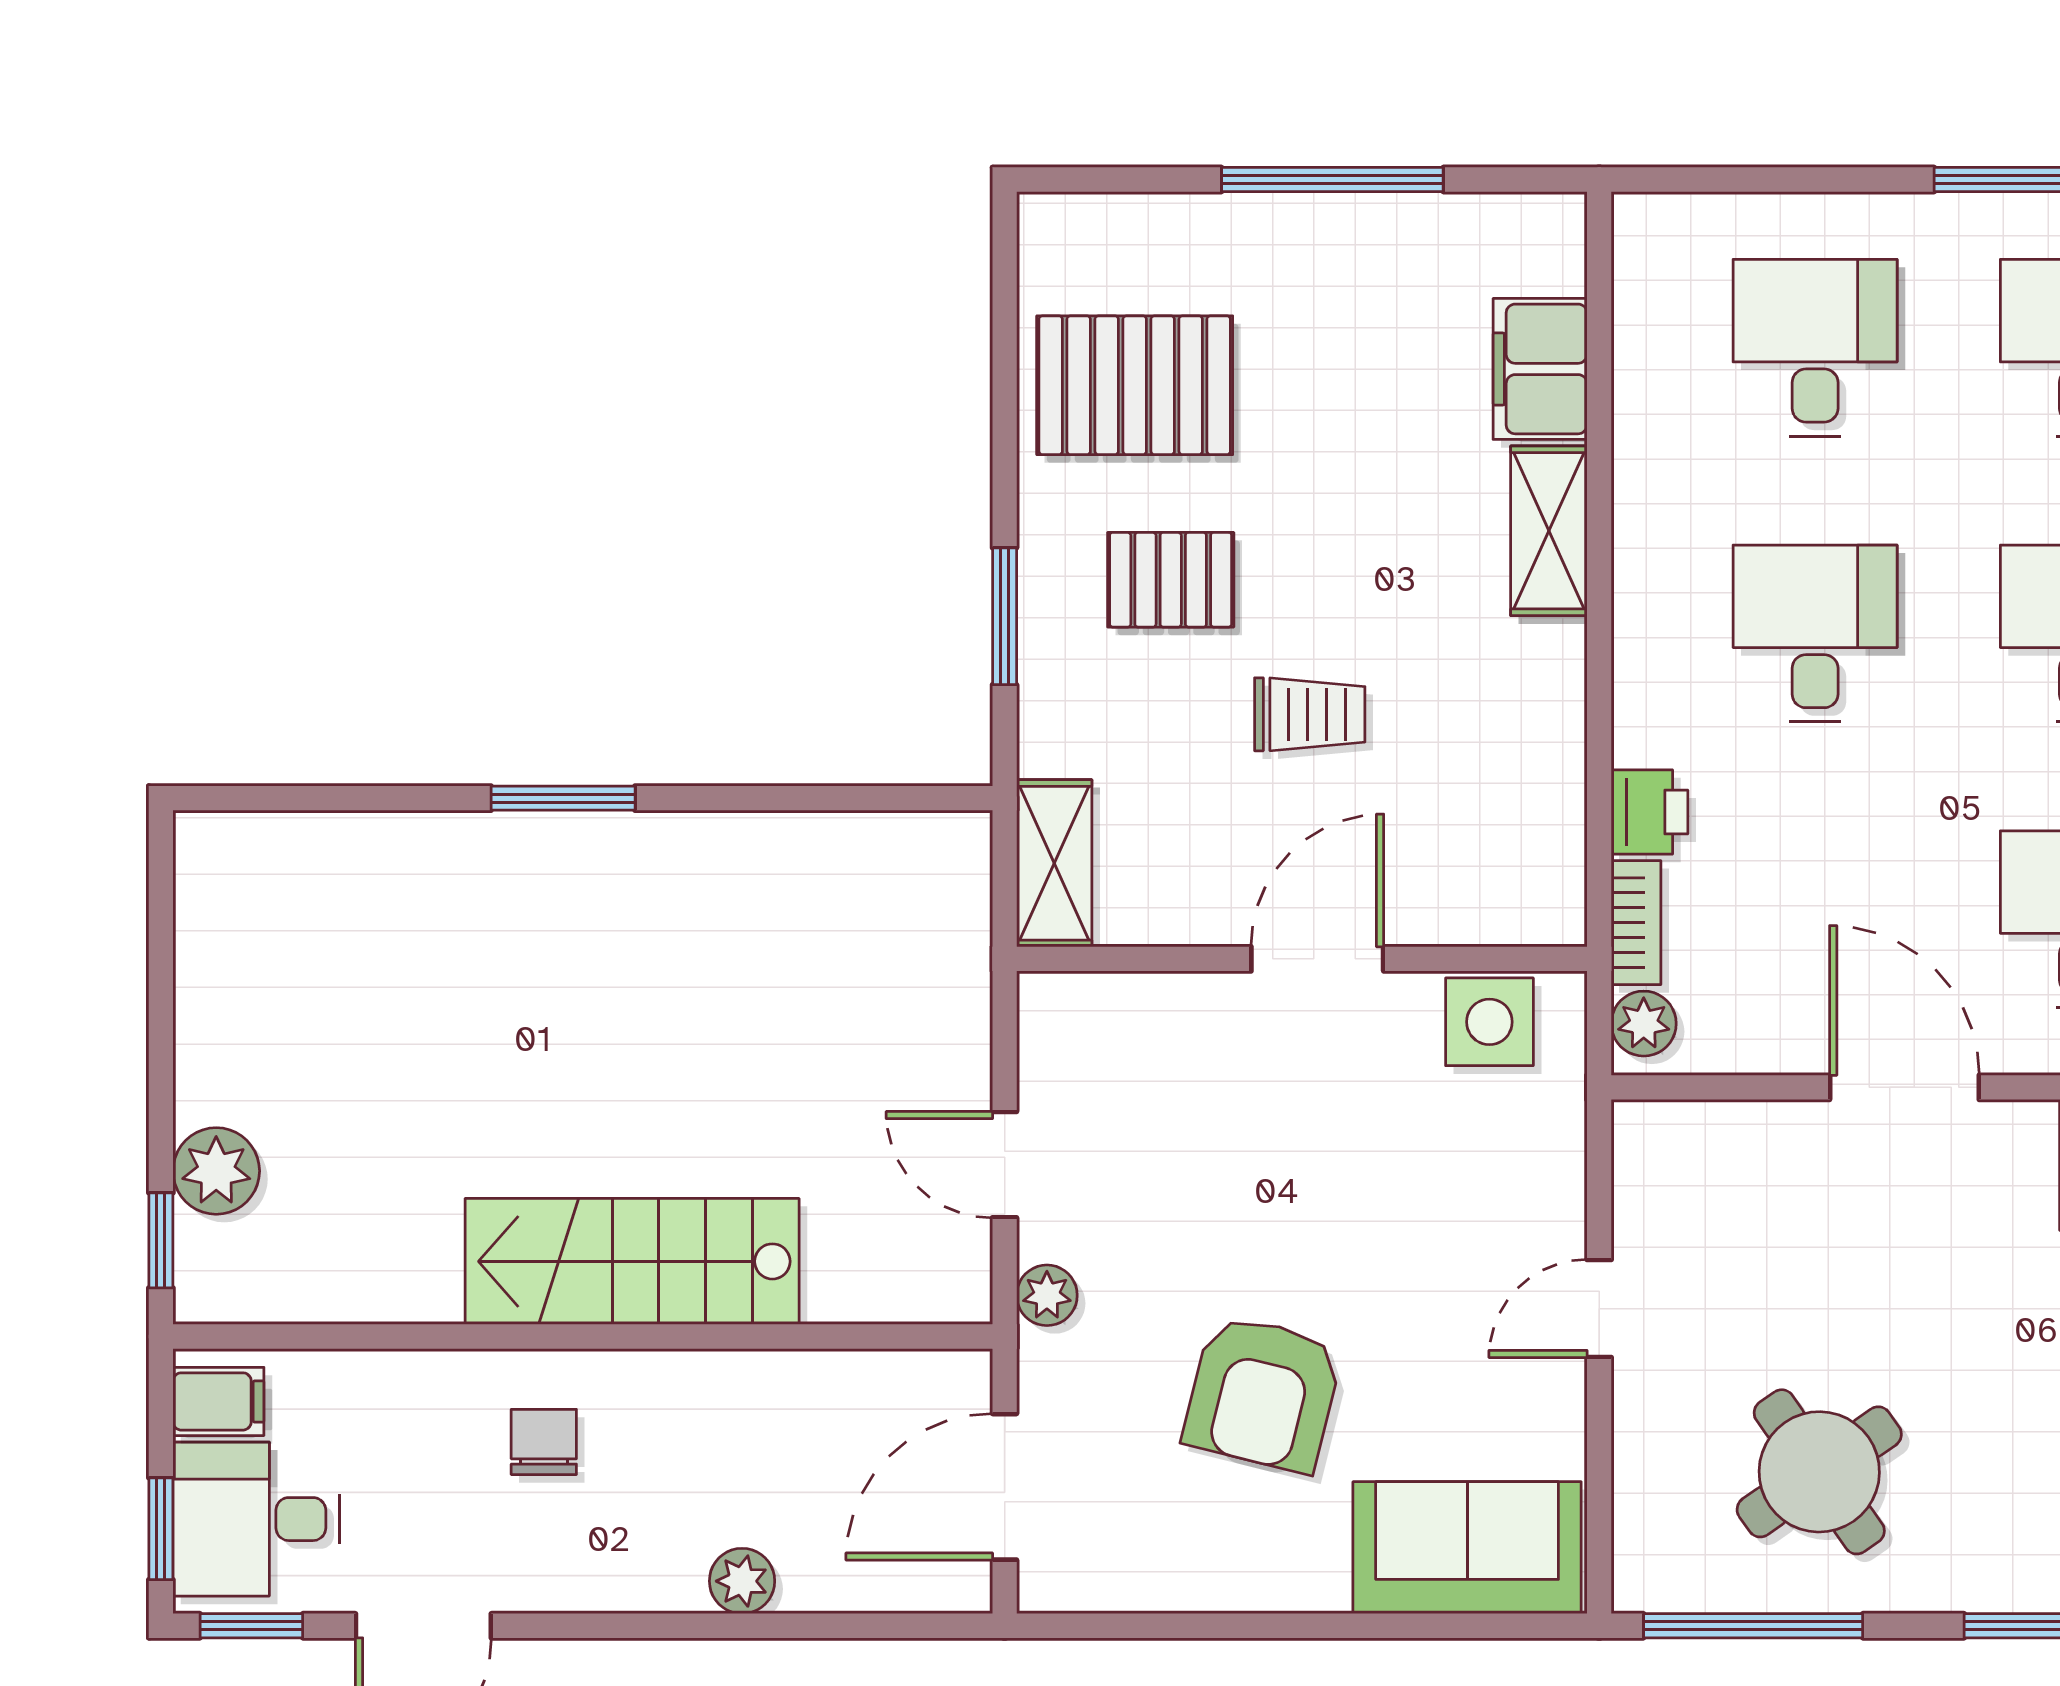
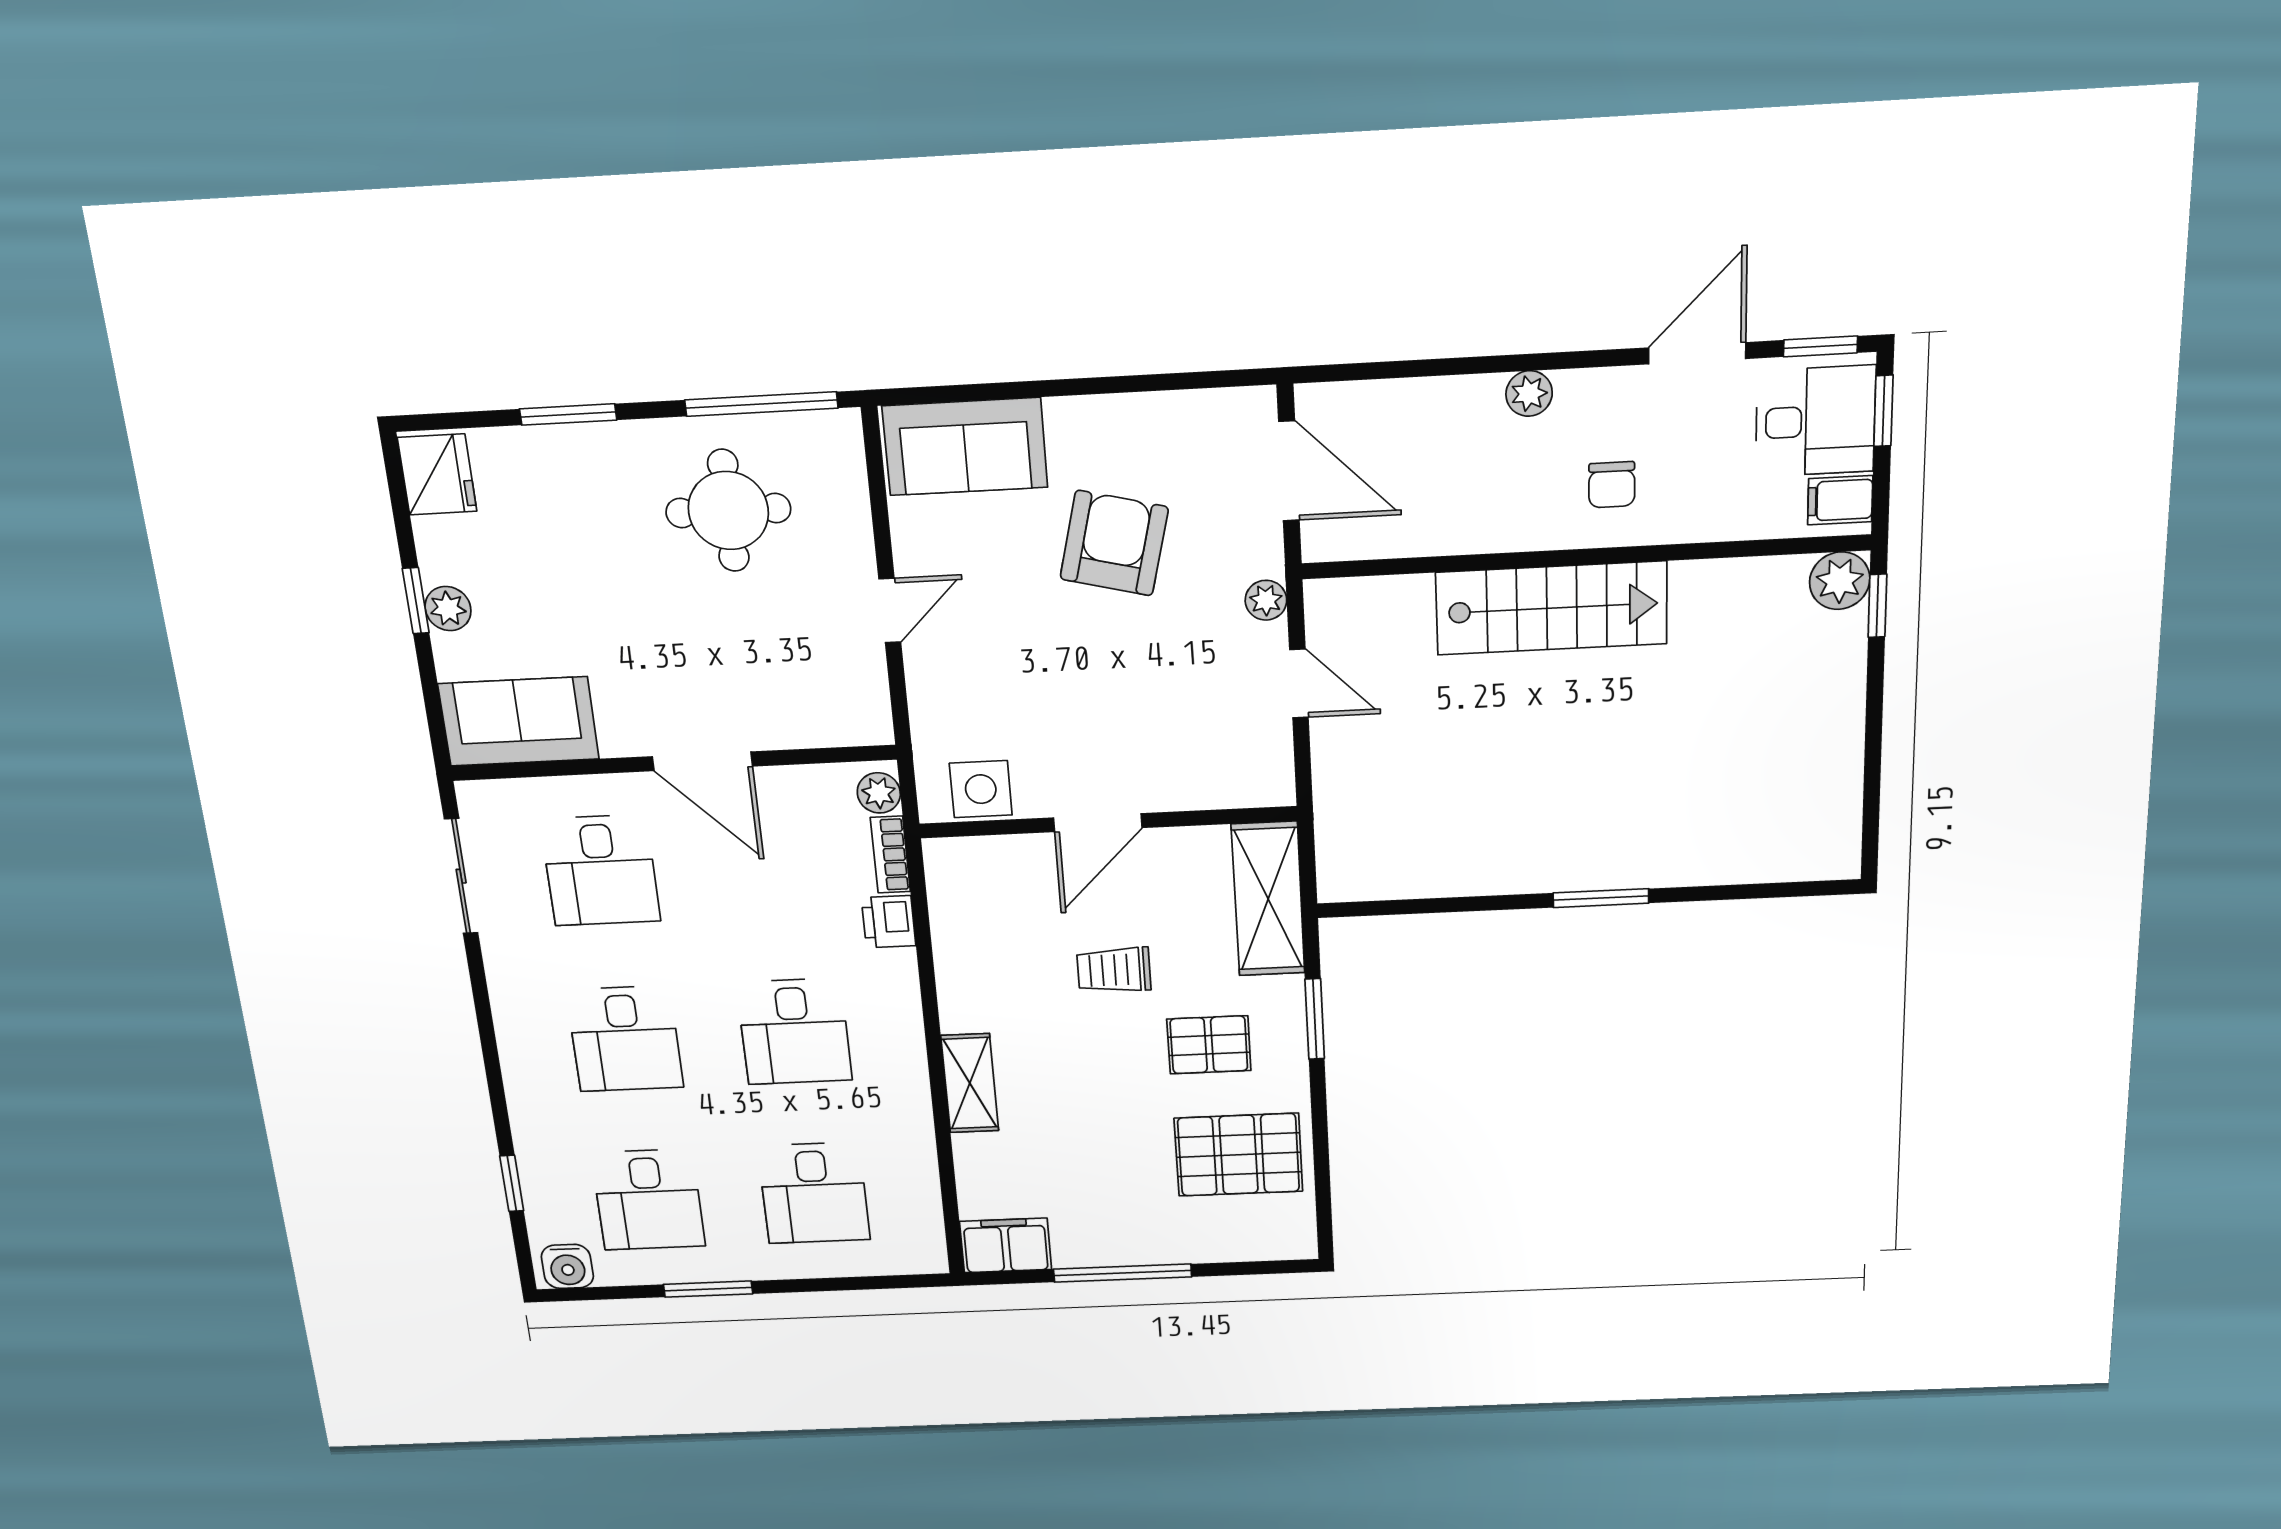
filing cabinet: (1540, 369) -> (1006, 1245), moved, turned -90
shelving: (1054, 863) -> (1268, 899), width x1.50, depth x1.33
plant: (216, 1171) -> (1840, 581), moved
round table: (1819, 1472) -> (728, 511), turned 35
door: (1005, 1487) -> (1289, 471), hinge flipped
plant: (742, 1581) -> (1529, 394), moved

